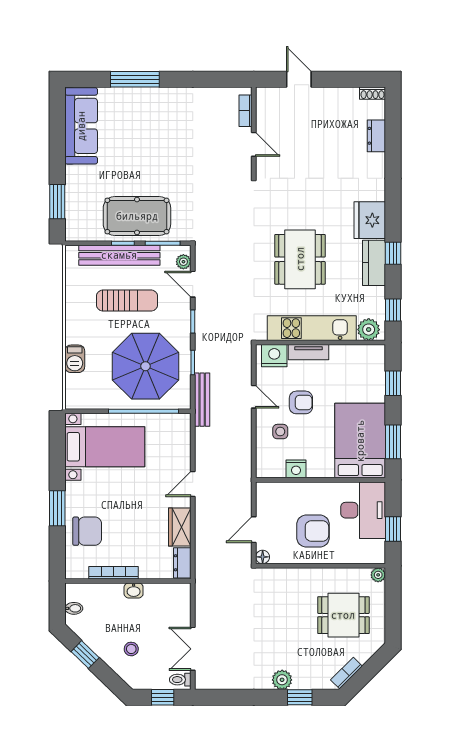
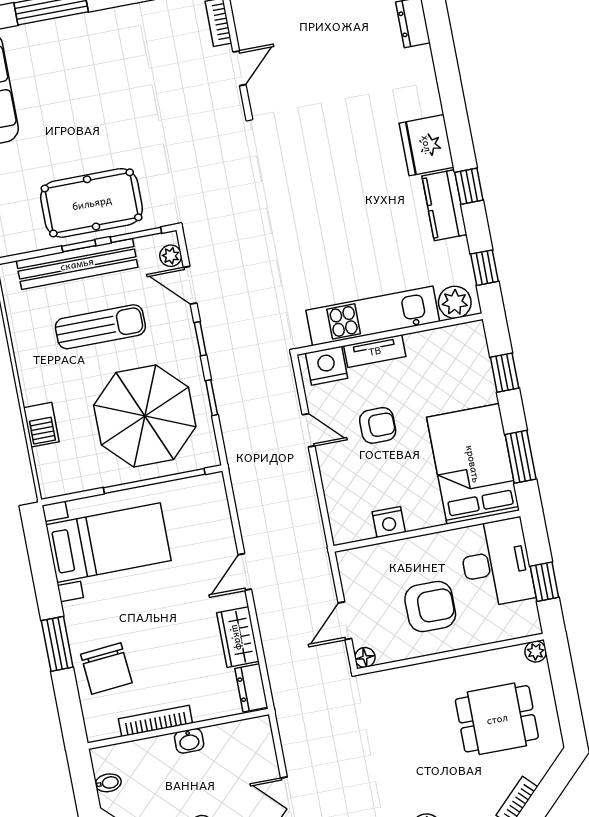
door: (254, 144) -> (239, 68), hinge flipped
dining table: (300, 259) -> (337, 220), removed
bench: (202, 400) -> (235, 448), removed
side table: (280, 432) -> (356, 473), removed
chair: (87, 531) -> (106, 668), turned 85

